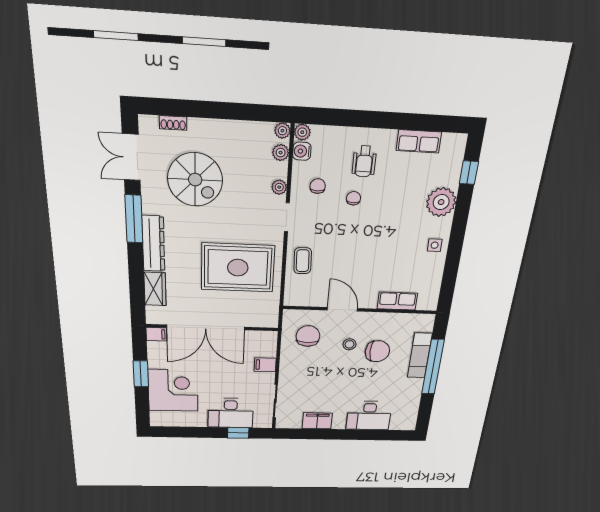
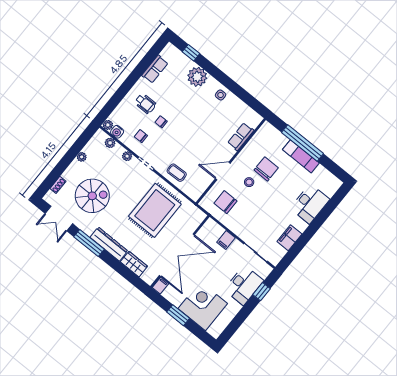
plant: (282, 131) -> (82, 157), moved
exam couch: (420, 355) -> (301, 156), moved

